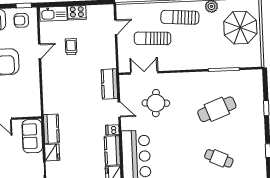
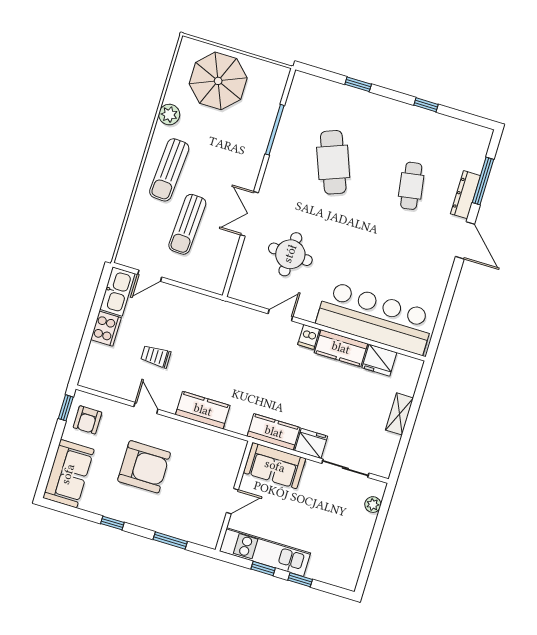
kitchen sink: (53, 14) -> (117, 291), moved
door: (116, 27) -> (150, 276), swing flipped
double door: (144, 73) -> (249, 214), moved
kitchen counter: (109, 84) -> (203, 410), moved, turned 180
cafe table: (219, 158) -> (411, 186), turned -33

